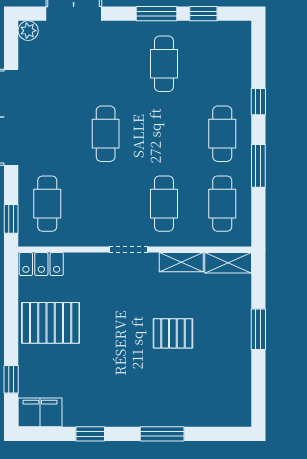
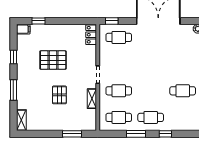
cafe table: (106, 134) -> (151, 64), removed
shelving: (228, 263) -> (21, 120), moved
pallet: (51, 323) -> (53, 60), moved, turned 90
window: (258, 329) -> (72, 134), moved
filing cabinet: (40, 412) -> (23, 29), width x0.50

